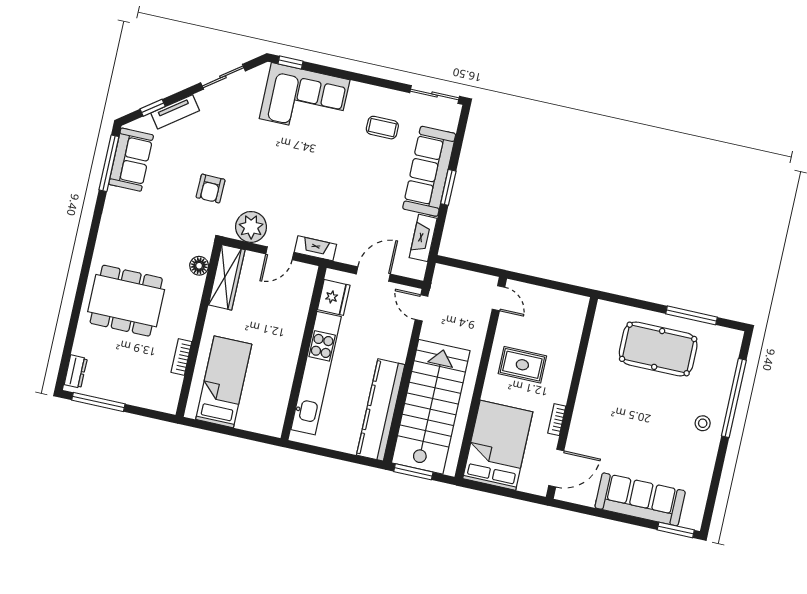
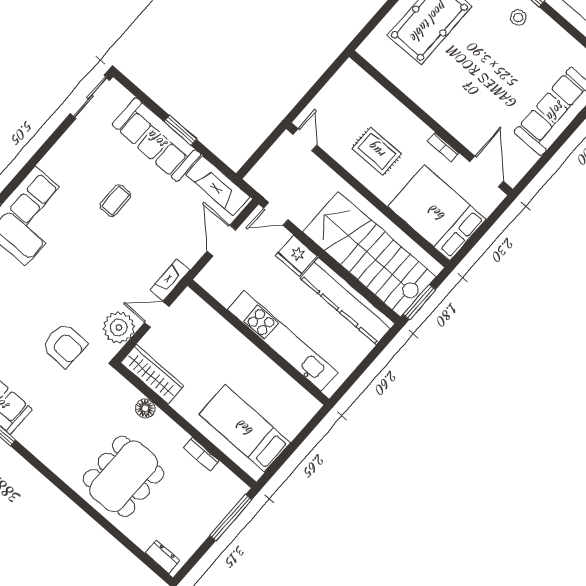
coffee table: (382, 128) -> (115, 201), moved
armchair: (211, 189) -> (64, 345), width x1.38, depth x1.38
fireplace: (423, 238) -> (218, 186), width x1.37, depth x1.32
door: (280, 253) -> (157, 315), swing flipped
floor lamp: (199, 266) -> (145, 408), moved
fridge: (334, 297) -> (296, 256), moved, turned 180
door: (498, 298) -> (305, 140), hinge flipped
rug: (522, 365) -> (377, 151), turned 90
window: (98, 402) -> (231, 518), moved

